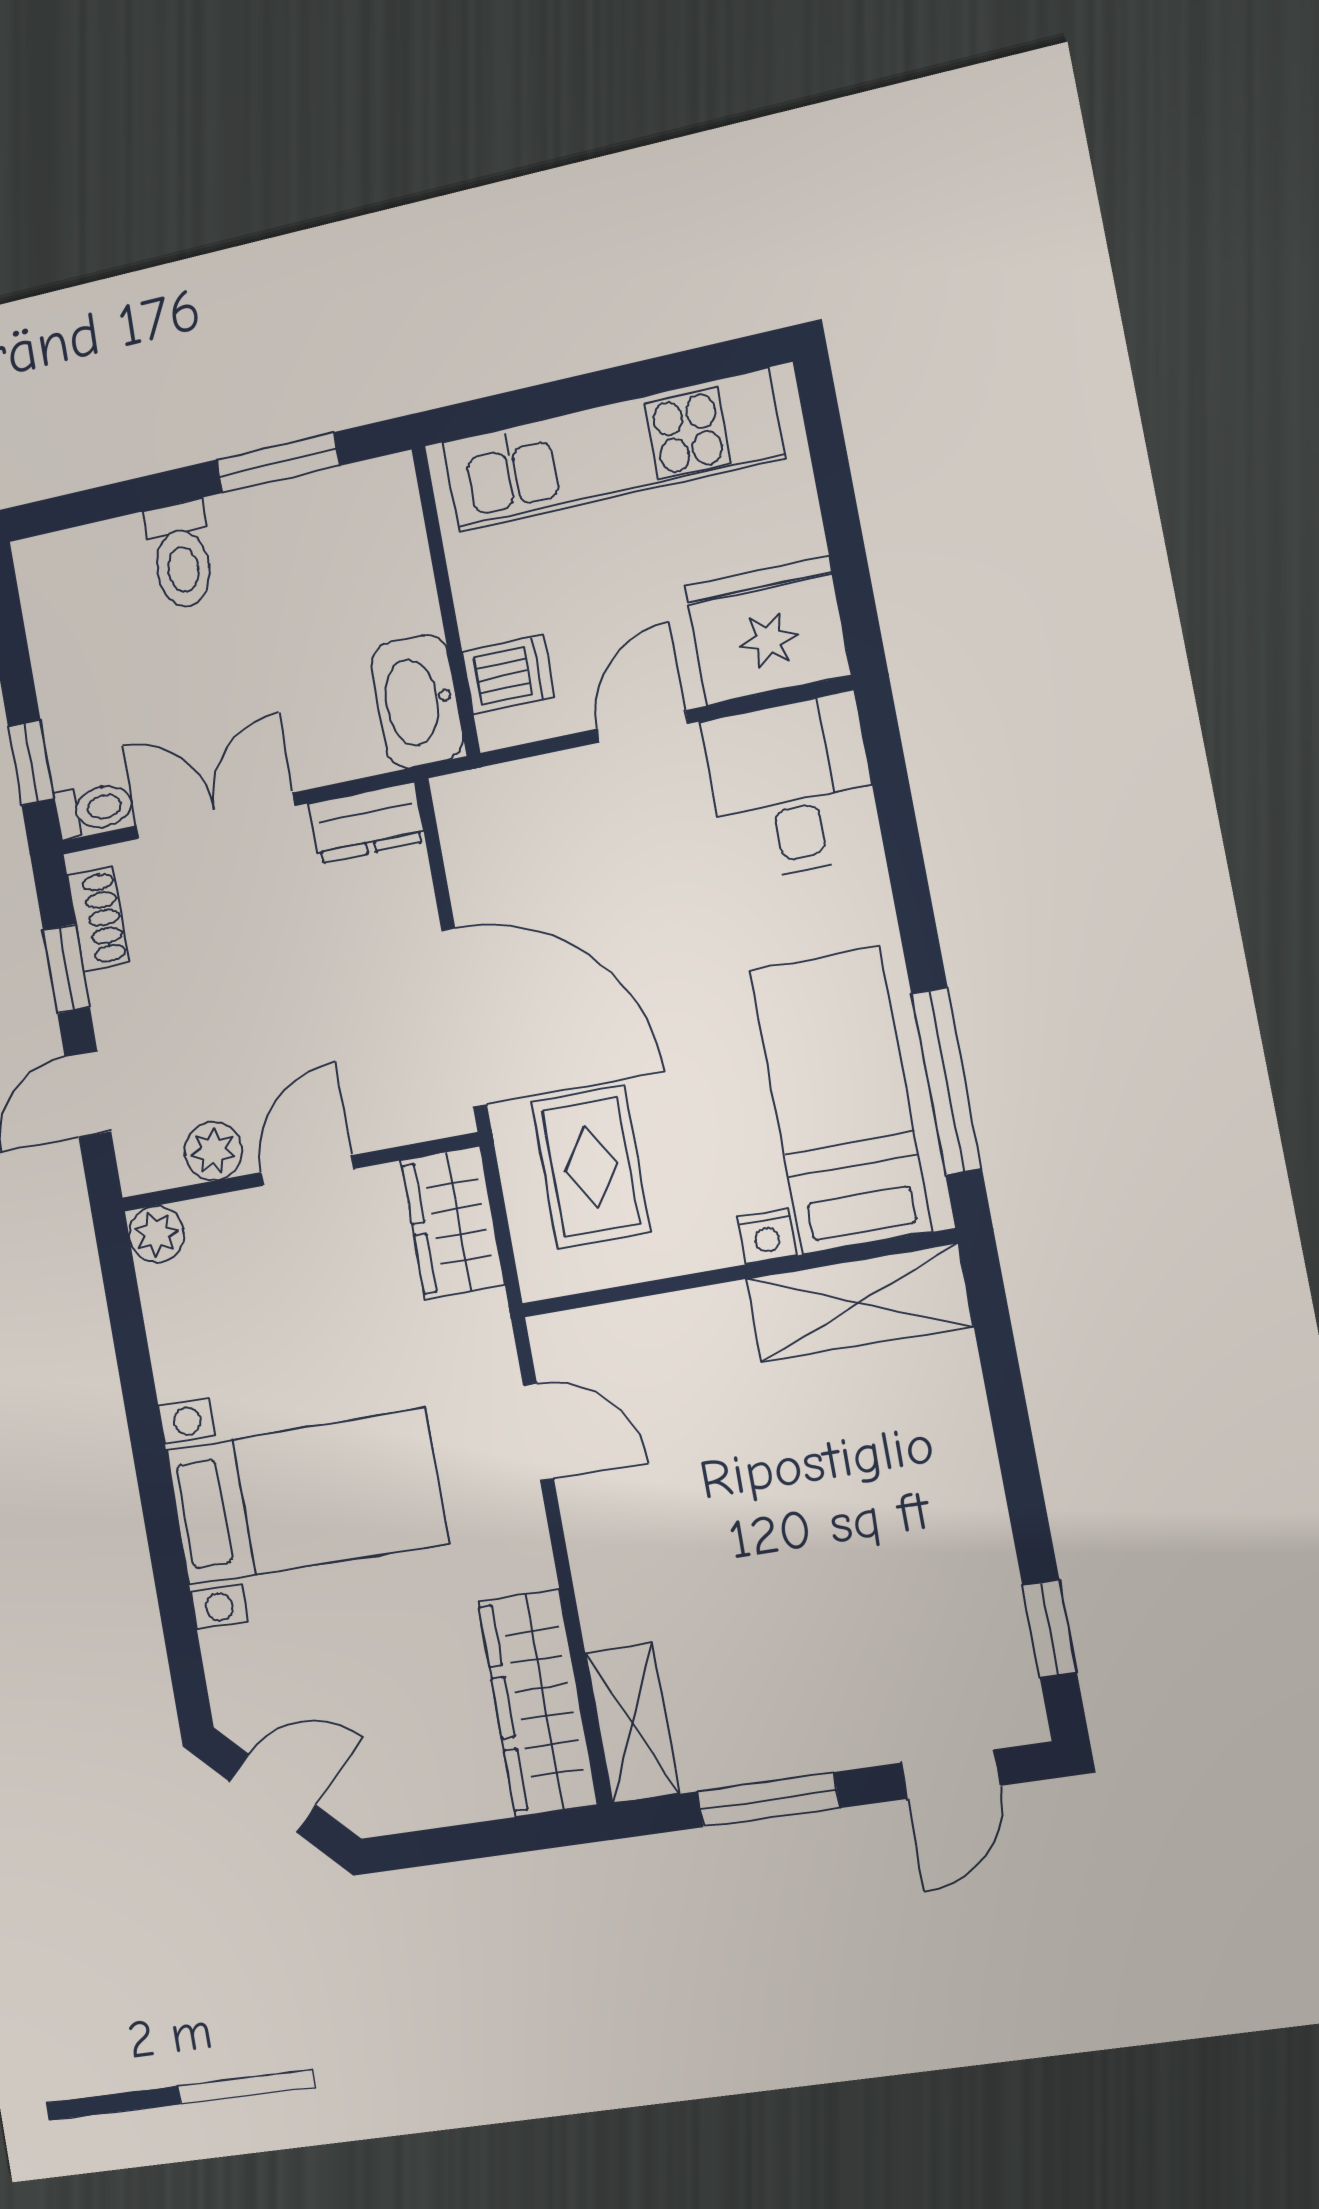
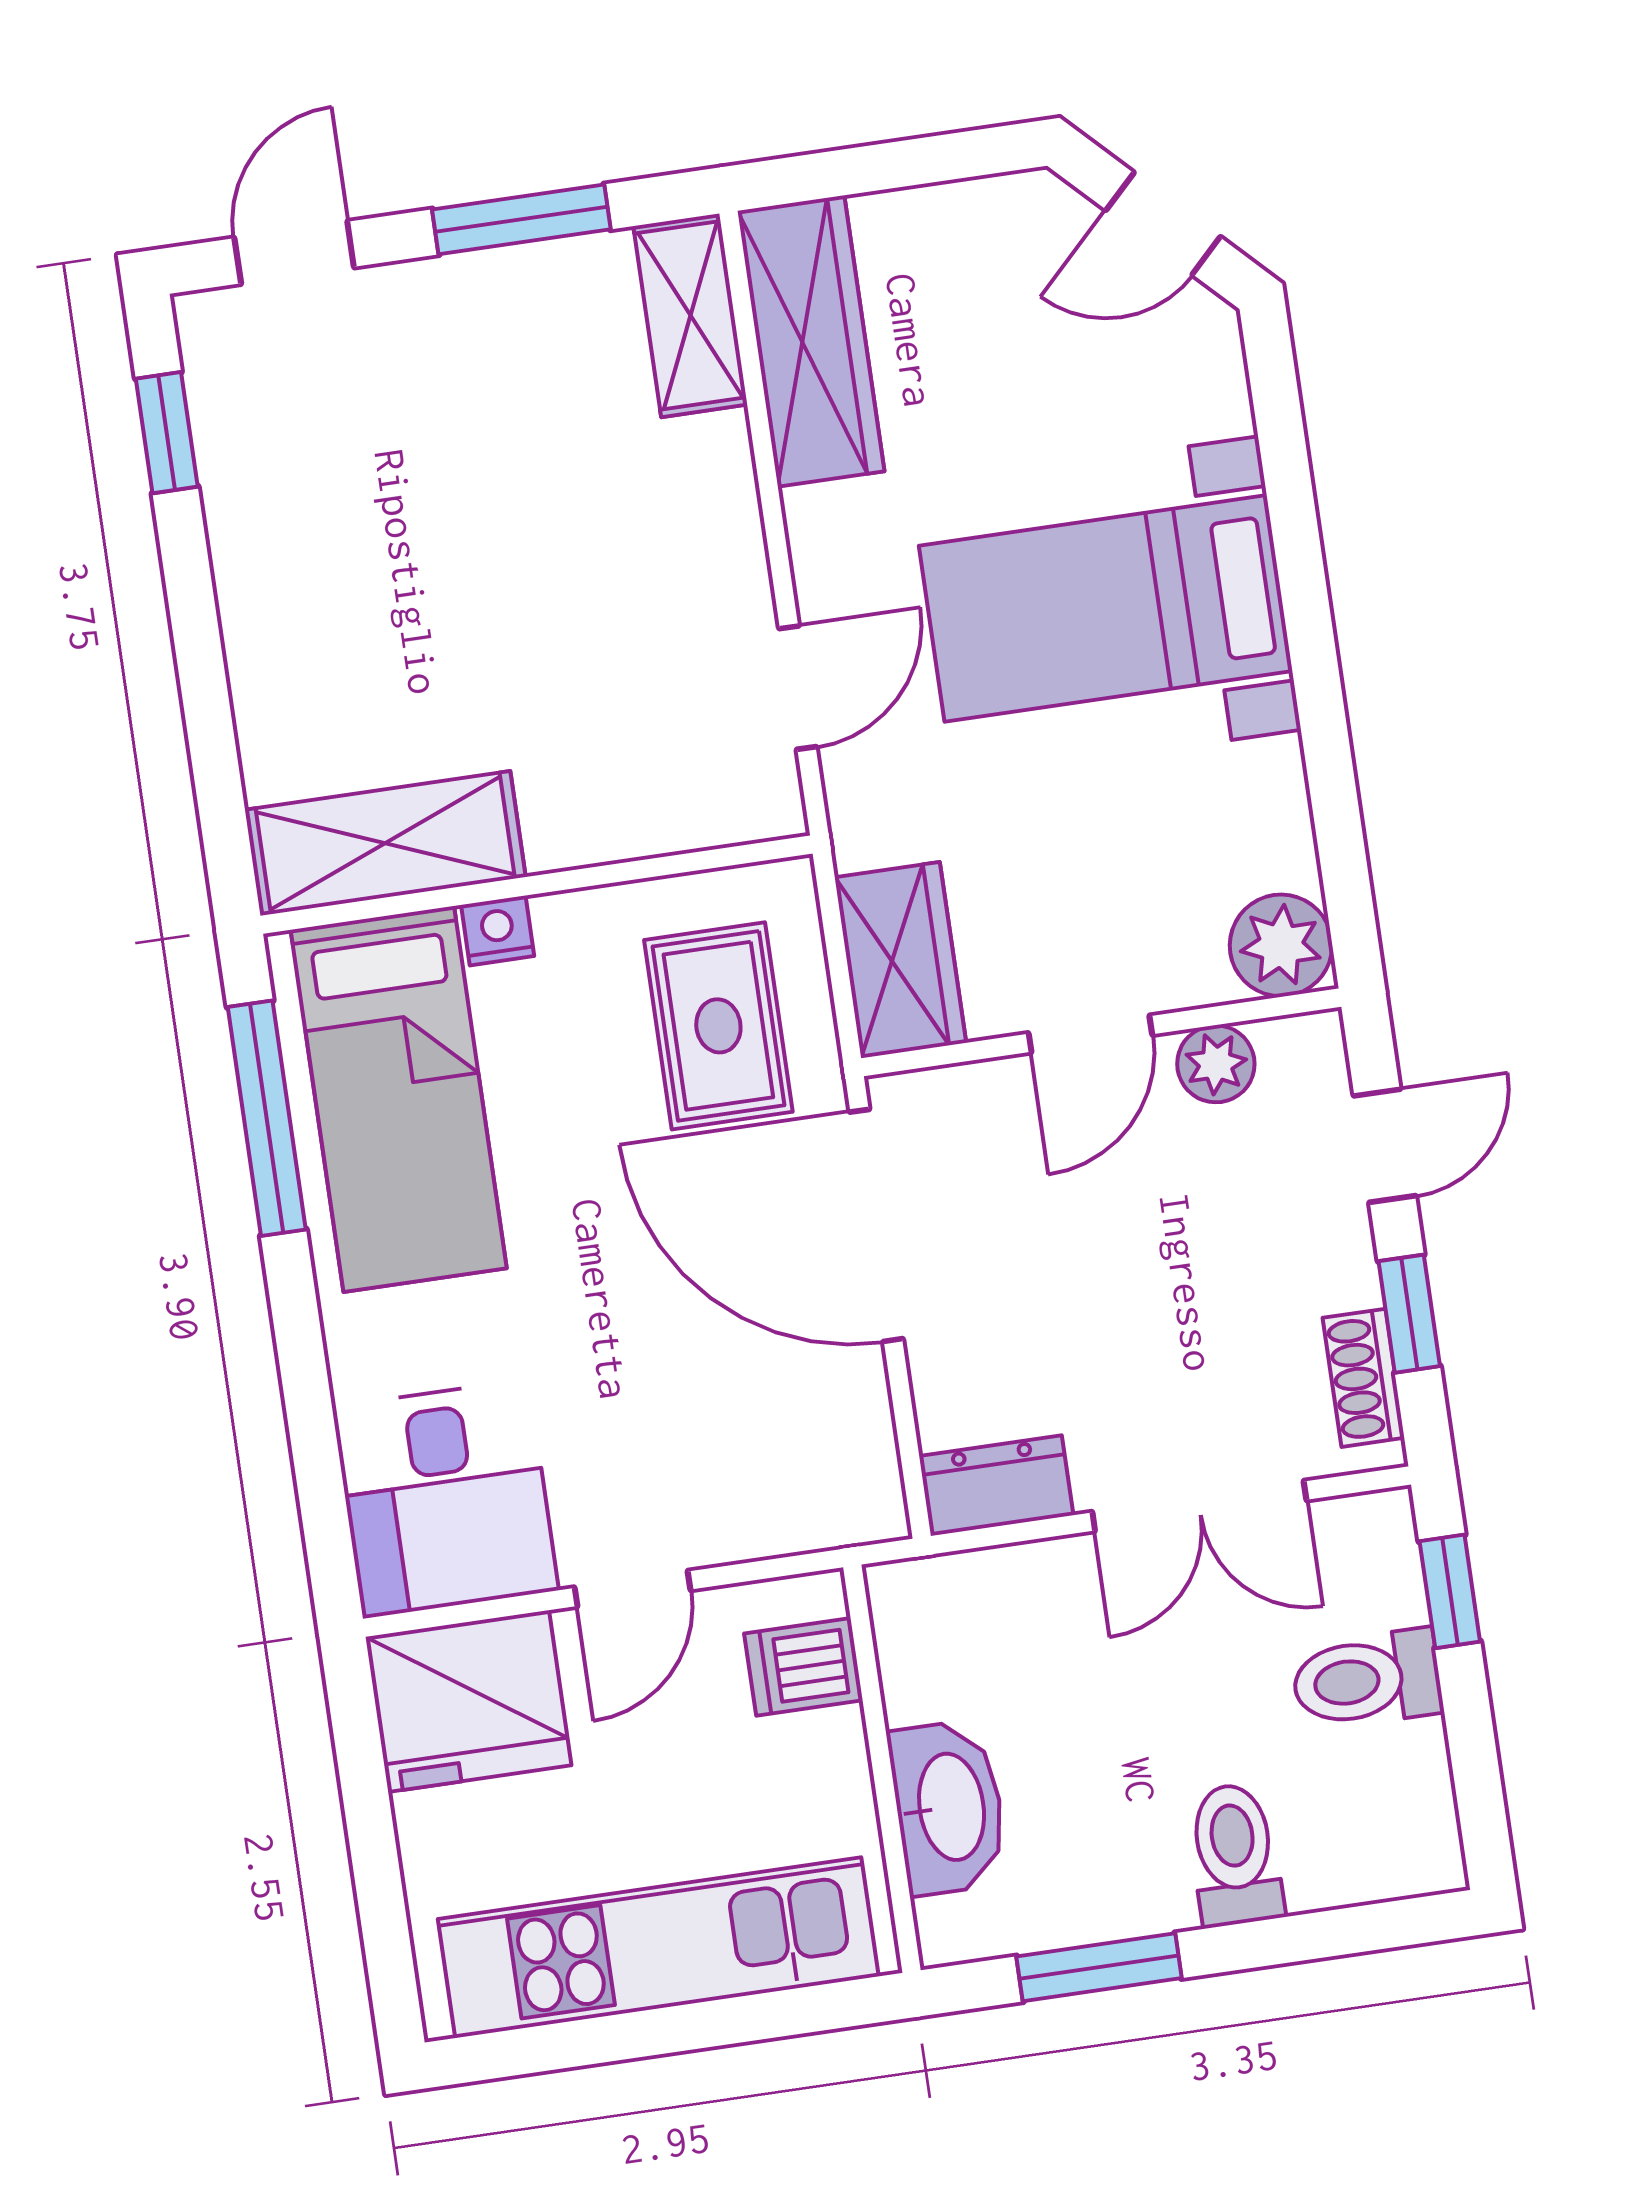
washbasin: (417, 701) -> (948, 1807), moved
toilet: (94, 809) -> (1367, 1680), moved, width x1.37, depth x1.39
plant: (156, 1234) -> (1281, 945), width x1.38, depth x1.38
door: (538, 1432) -> (798, 688), swing flipped

